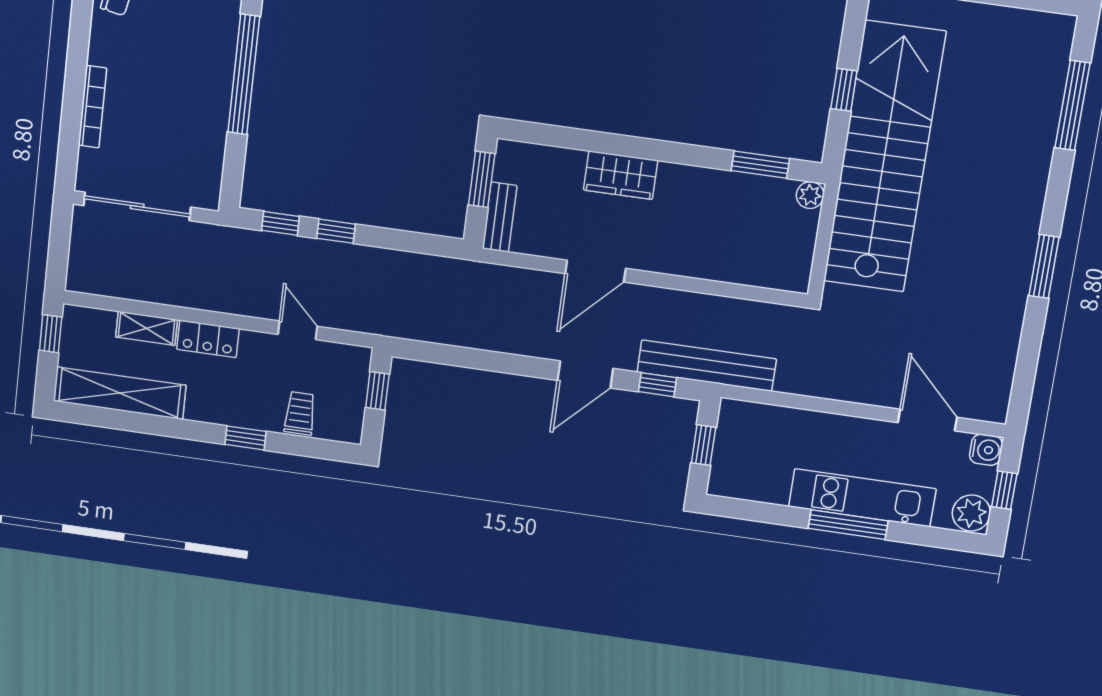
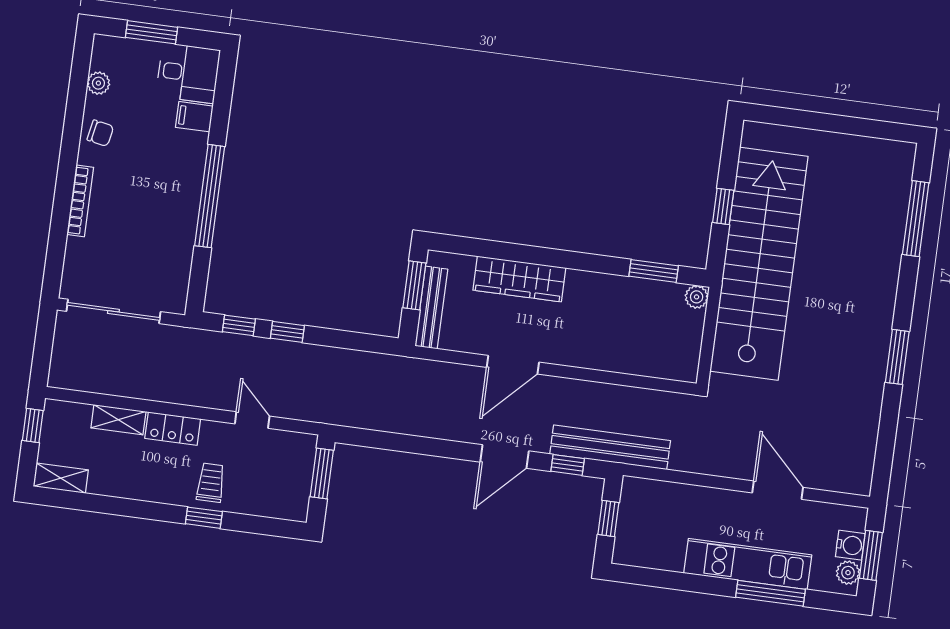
bookcase: (92, 107) -> (80, 201), moved
wardrobe: (621, 175) -> (519, 279), width x1.50
bench: (500, 217) -> (431, 308), width x1.36
window: (377, 391) -> (322, 473), width x1.50
shelving: (120, 393) -> (61, 478), width x0.45, depth x0.75
trolley: (300, 413) -> (211, 483), moved
door: (927, 420) -> (778, 490), moved
water cooler: (986, 450) -> (850, 545), moved
window: (1004, 490) -> (871, 555), width x1.50
plant: (971, 513) -> (848, 573), width x0.73, depth x0.73
window: (848, 525) -> (771, 593), moved

